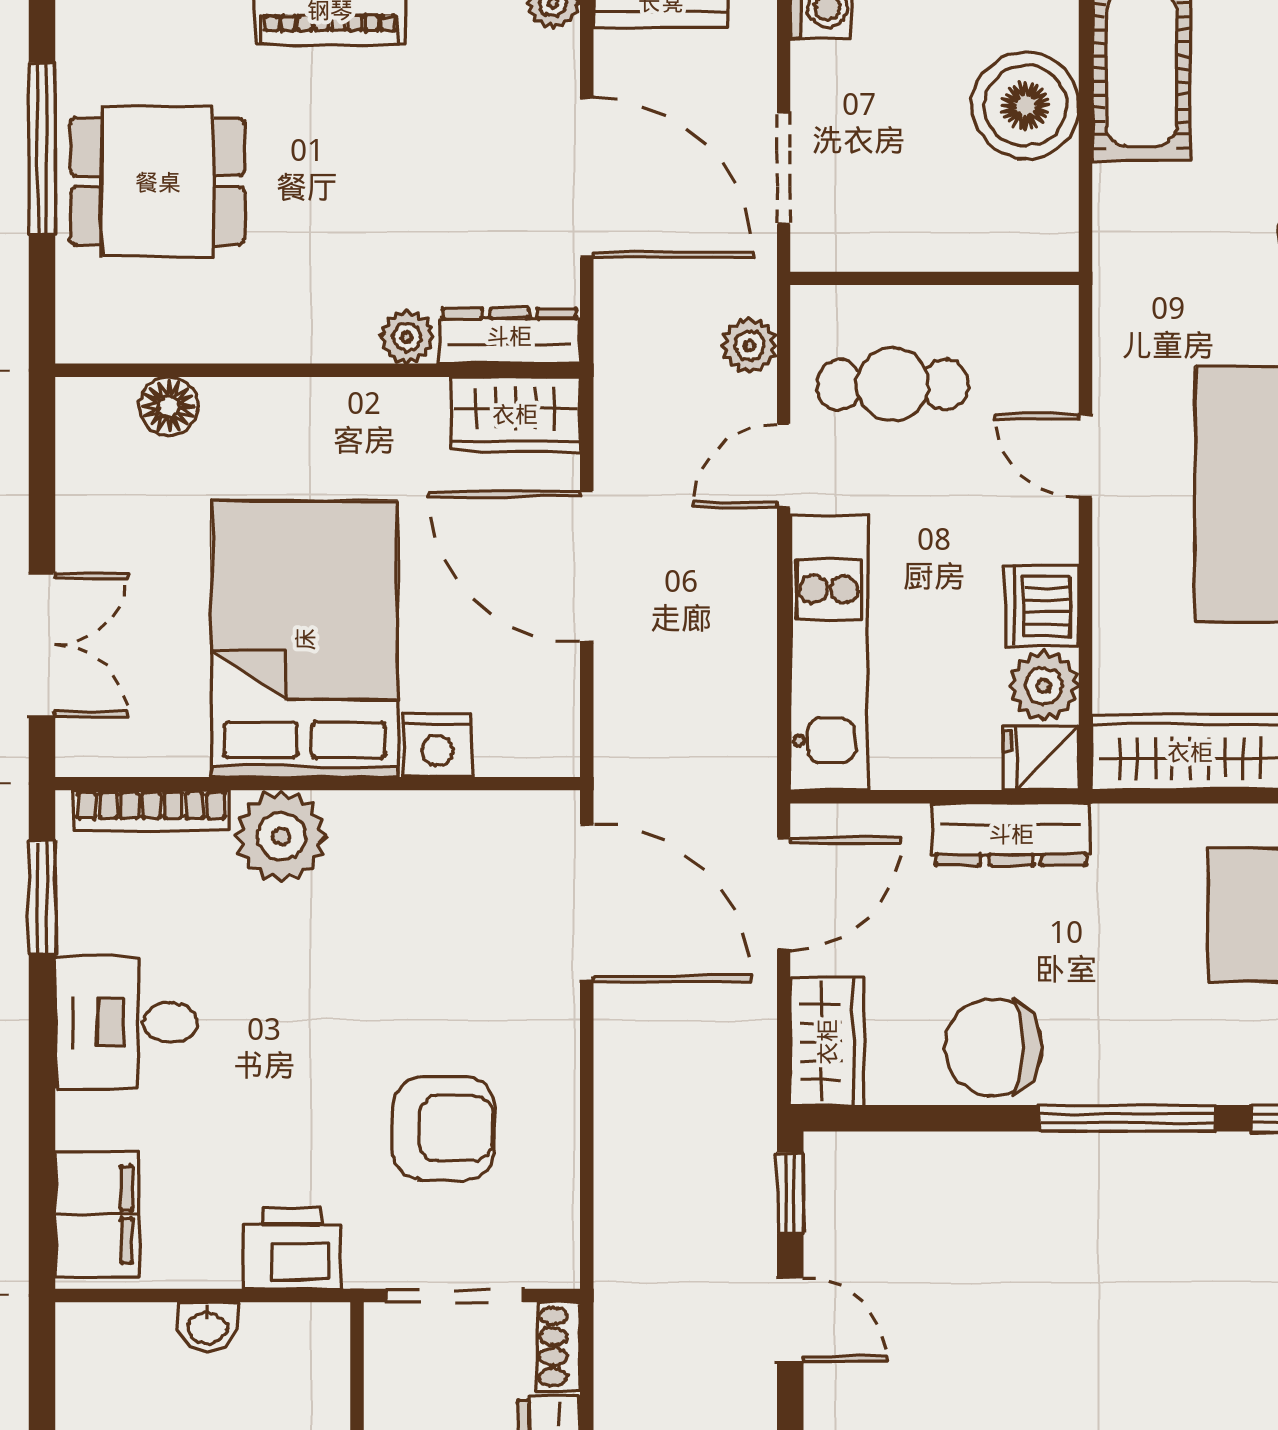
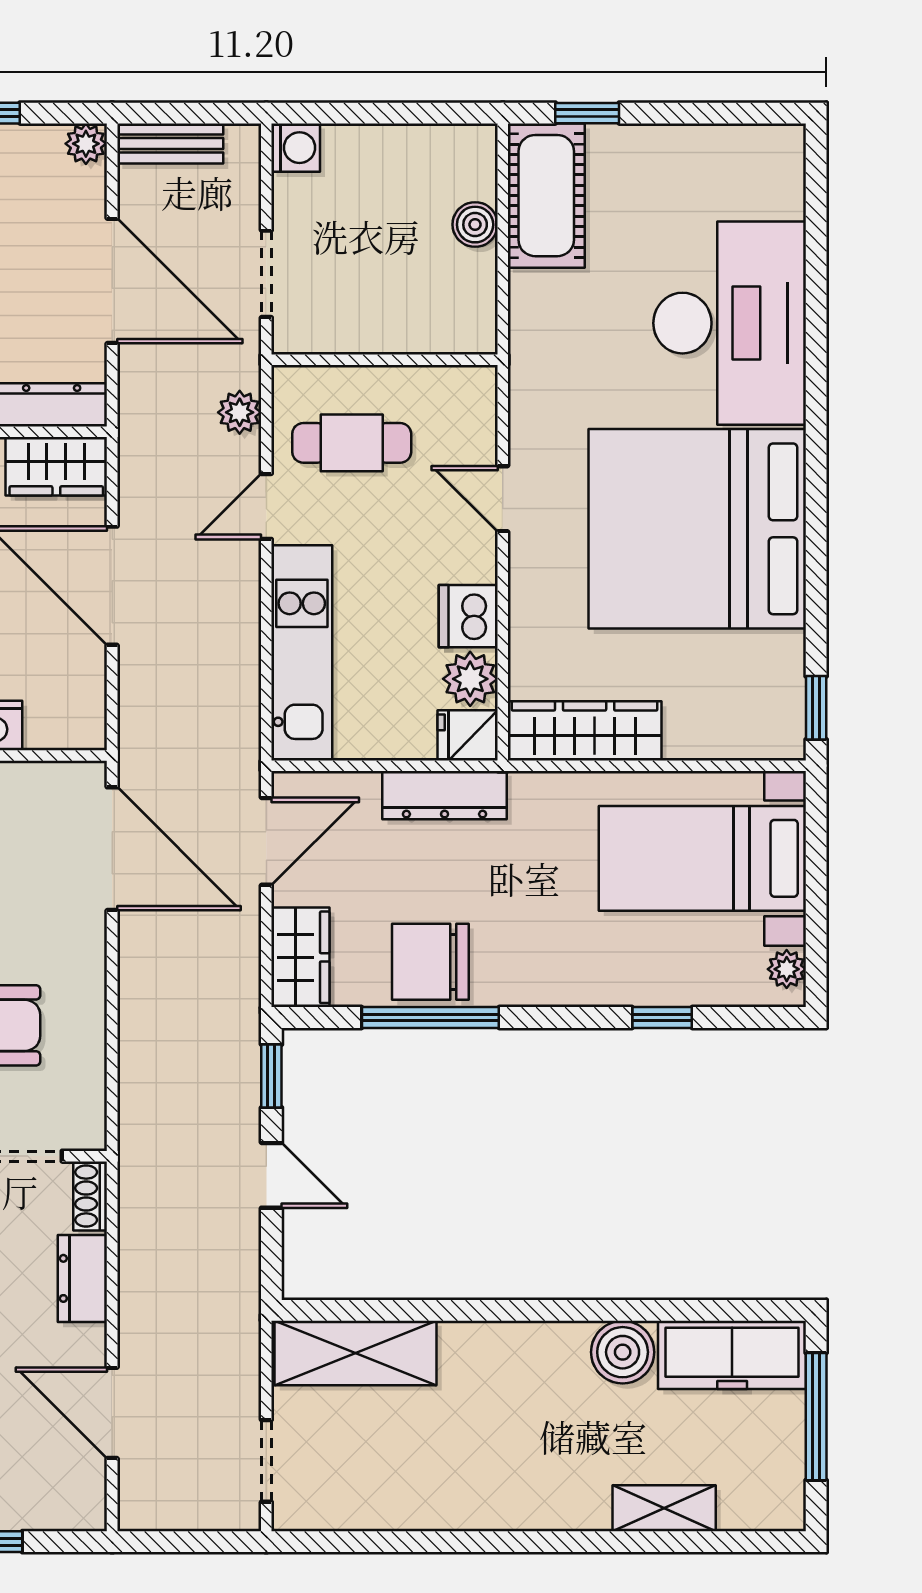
boiler: (1025, 106) -> (475, 225), width x0.54, depth x0.54
window: (1128, 1118) -> (430, 1017), moved

